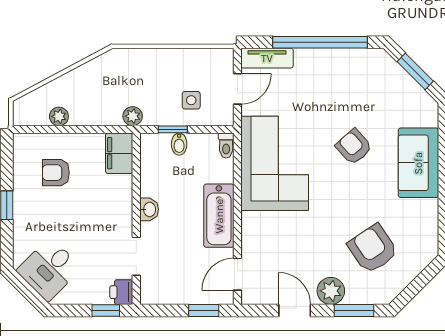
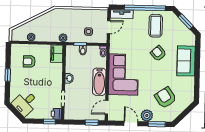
coffee table: (346, 83) -> (156, 26), added
corner sofa: (275, 163) -> (124, 74), moved

